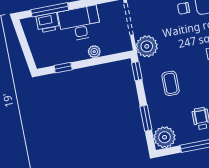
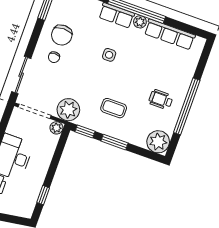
plant: (94, 52) -> (56, 128), moved
window: (146, 118) -> (115, 142), moved

